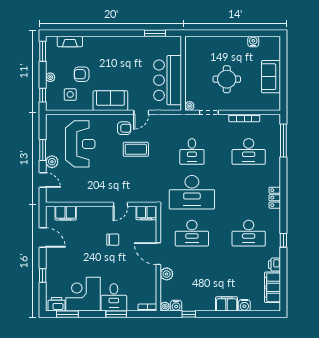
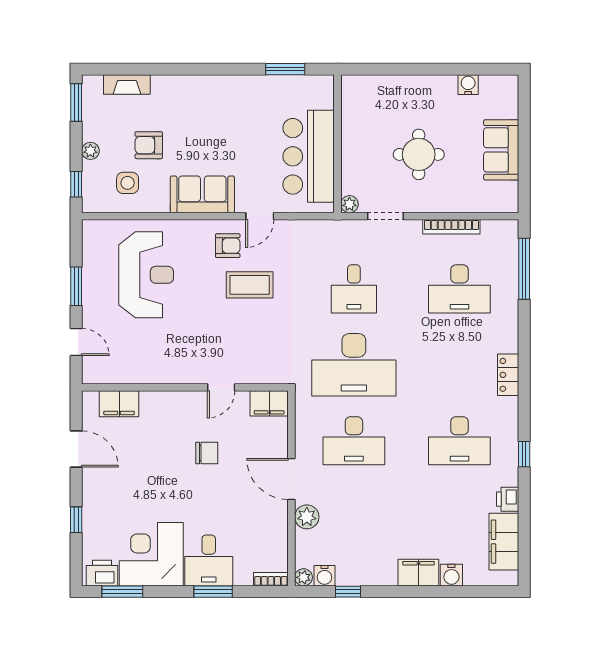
plant: (52, 162) -> (93, 308), removed

